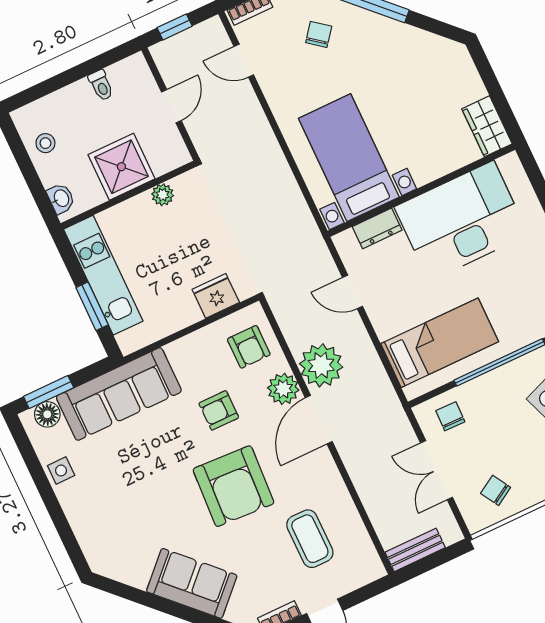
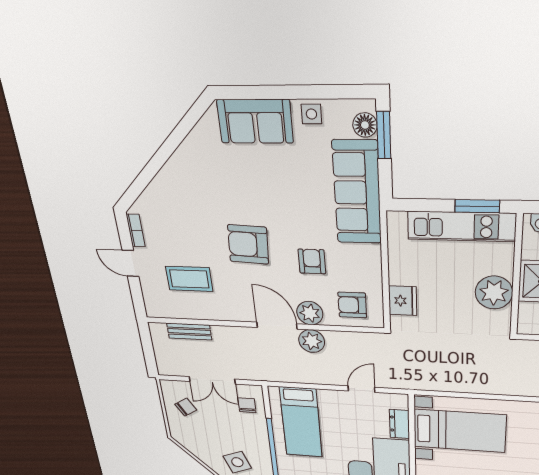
plant: (163, 195) -> (494, 293), width x1.88, depth x1.88
window: (92, 306) -> (477, 206), moved
plant: (321, 365) -> (312, 341), width x0.73, depth x0.73
chair: (450, 416) -> (247, 405), turned -91
double door: (436, 470) -> (212, 380), swing flipped
armchair: (233, 486) -> (248, 244), width x0.73, depth x0.73
bench: (415, 550) -> (189, 332), moved, turned 90
sofa: (192, 583) -> (255, 121), moved, turned 45

